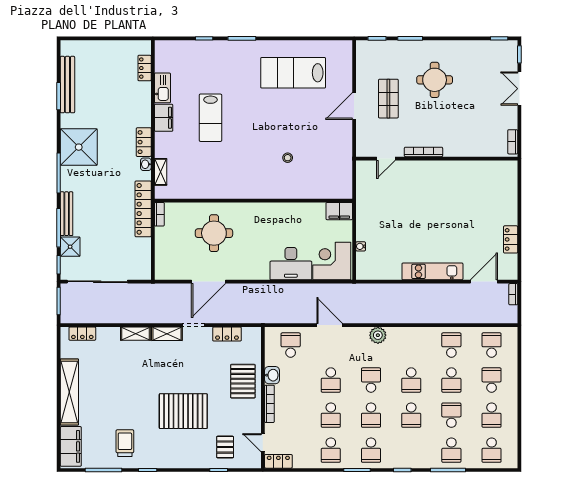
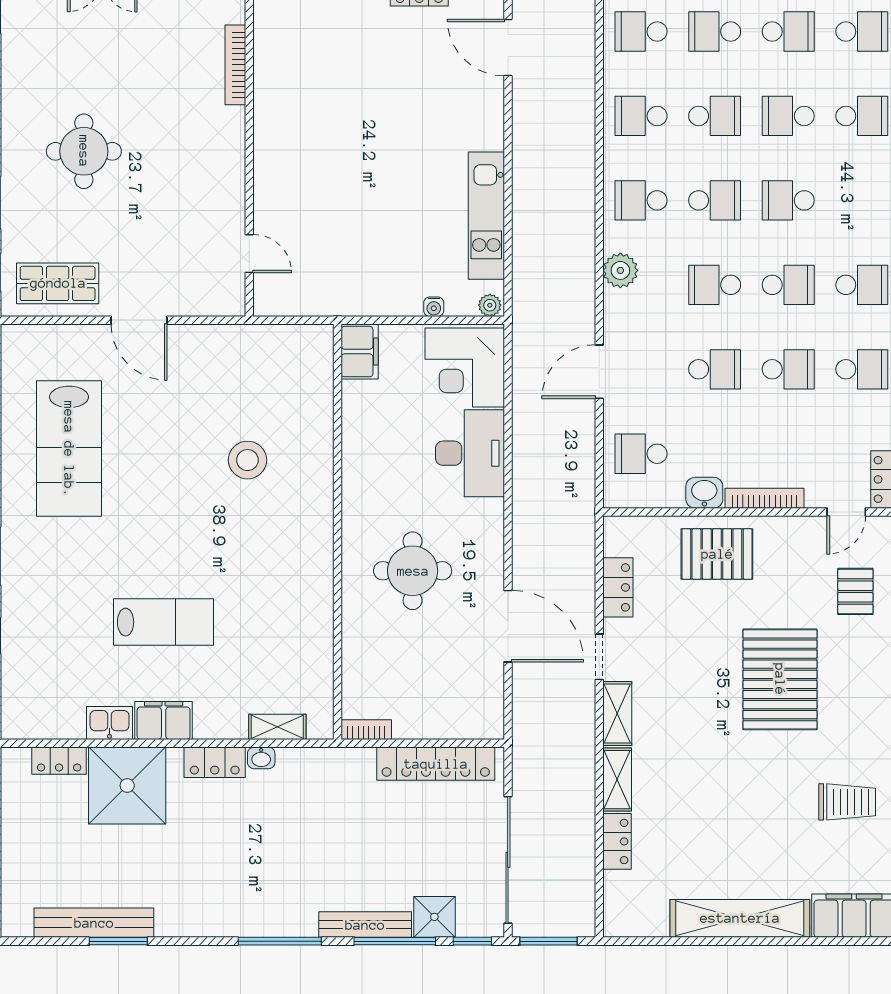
kitchen sink: (162, 88) -> (110, 723), width x0.73
shop shelf: (388, 99) -> (58, 283), moved
shower: (79, 147) -> (127, 785), moved
bookcase: (423, 152) -> (235, 65), moved
stool: (288, 158) -> (247, 460), width x1.89, depth x1.89
locker: (143, 209) -> (436, 764), moved
round table: (214, 233) -> (413, 571), moved
kitchen unit: (432, 271) -> (486, 216), moved
plant: (361, 273) -> (490, 305), added
locker: (82, 334) -> (617, 841), moved
school desk: (411, 345) -> (641, 200), added
school desk: (411, 415) -> (788, 200), turned 180
trolley: (125, 443) -> (847, 802), turned 180
pallet: (225, 447) -> (855, 591), turned 90

